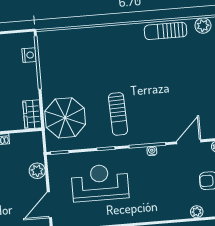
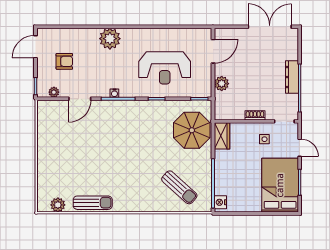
nightstand: (29, 55) -> (220, 202), moved
sun lounger: (118, 114) -> (179, 187), moved, turned 134
plant: (197, 212) -> (110, 39), moved, width x1.87, depth x1.87

